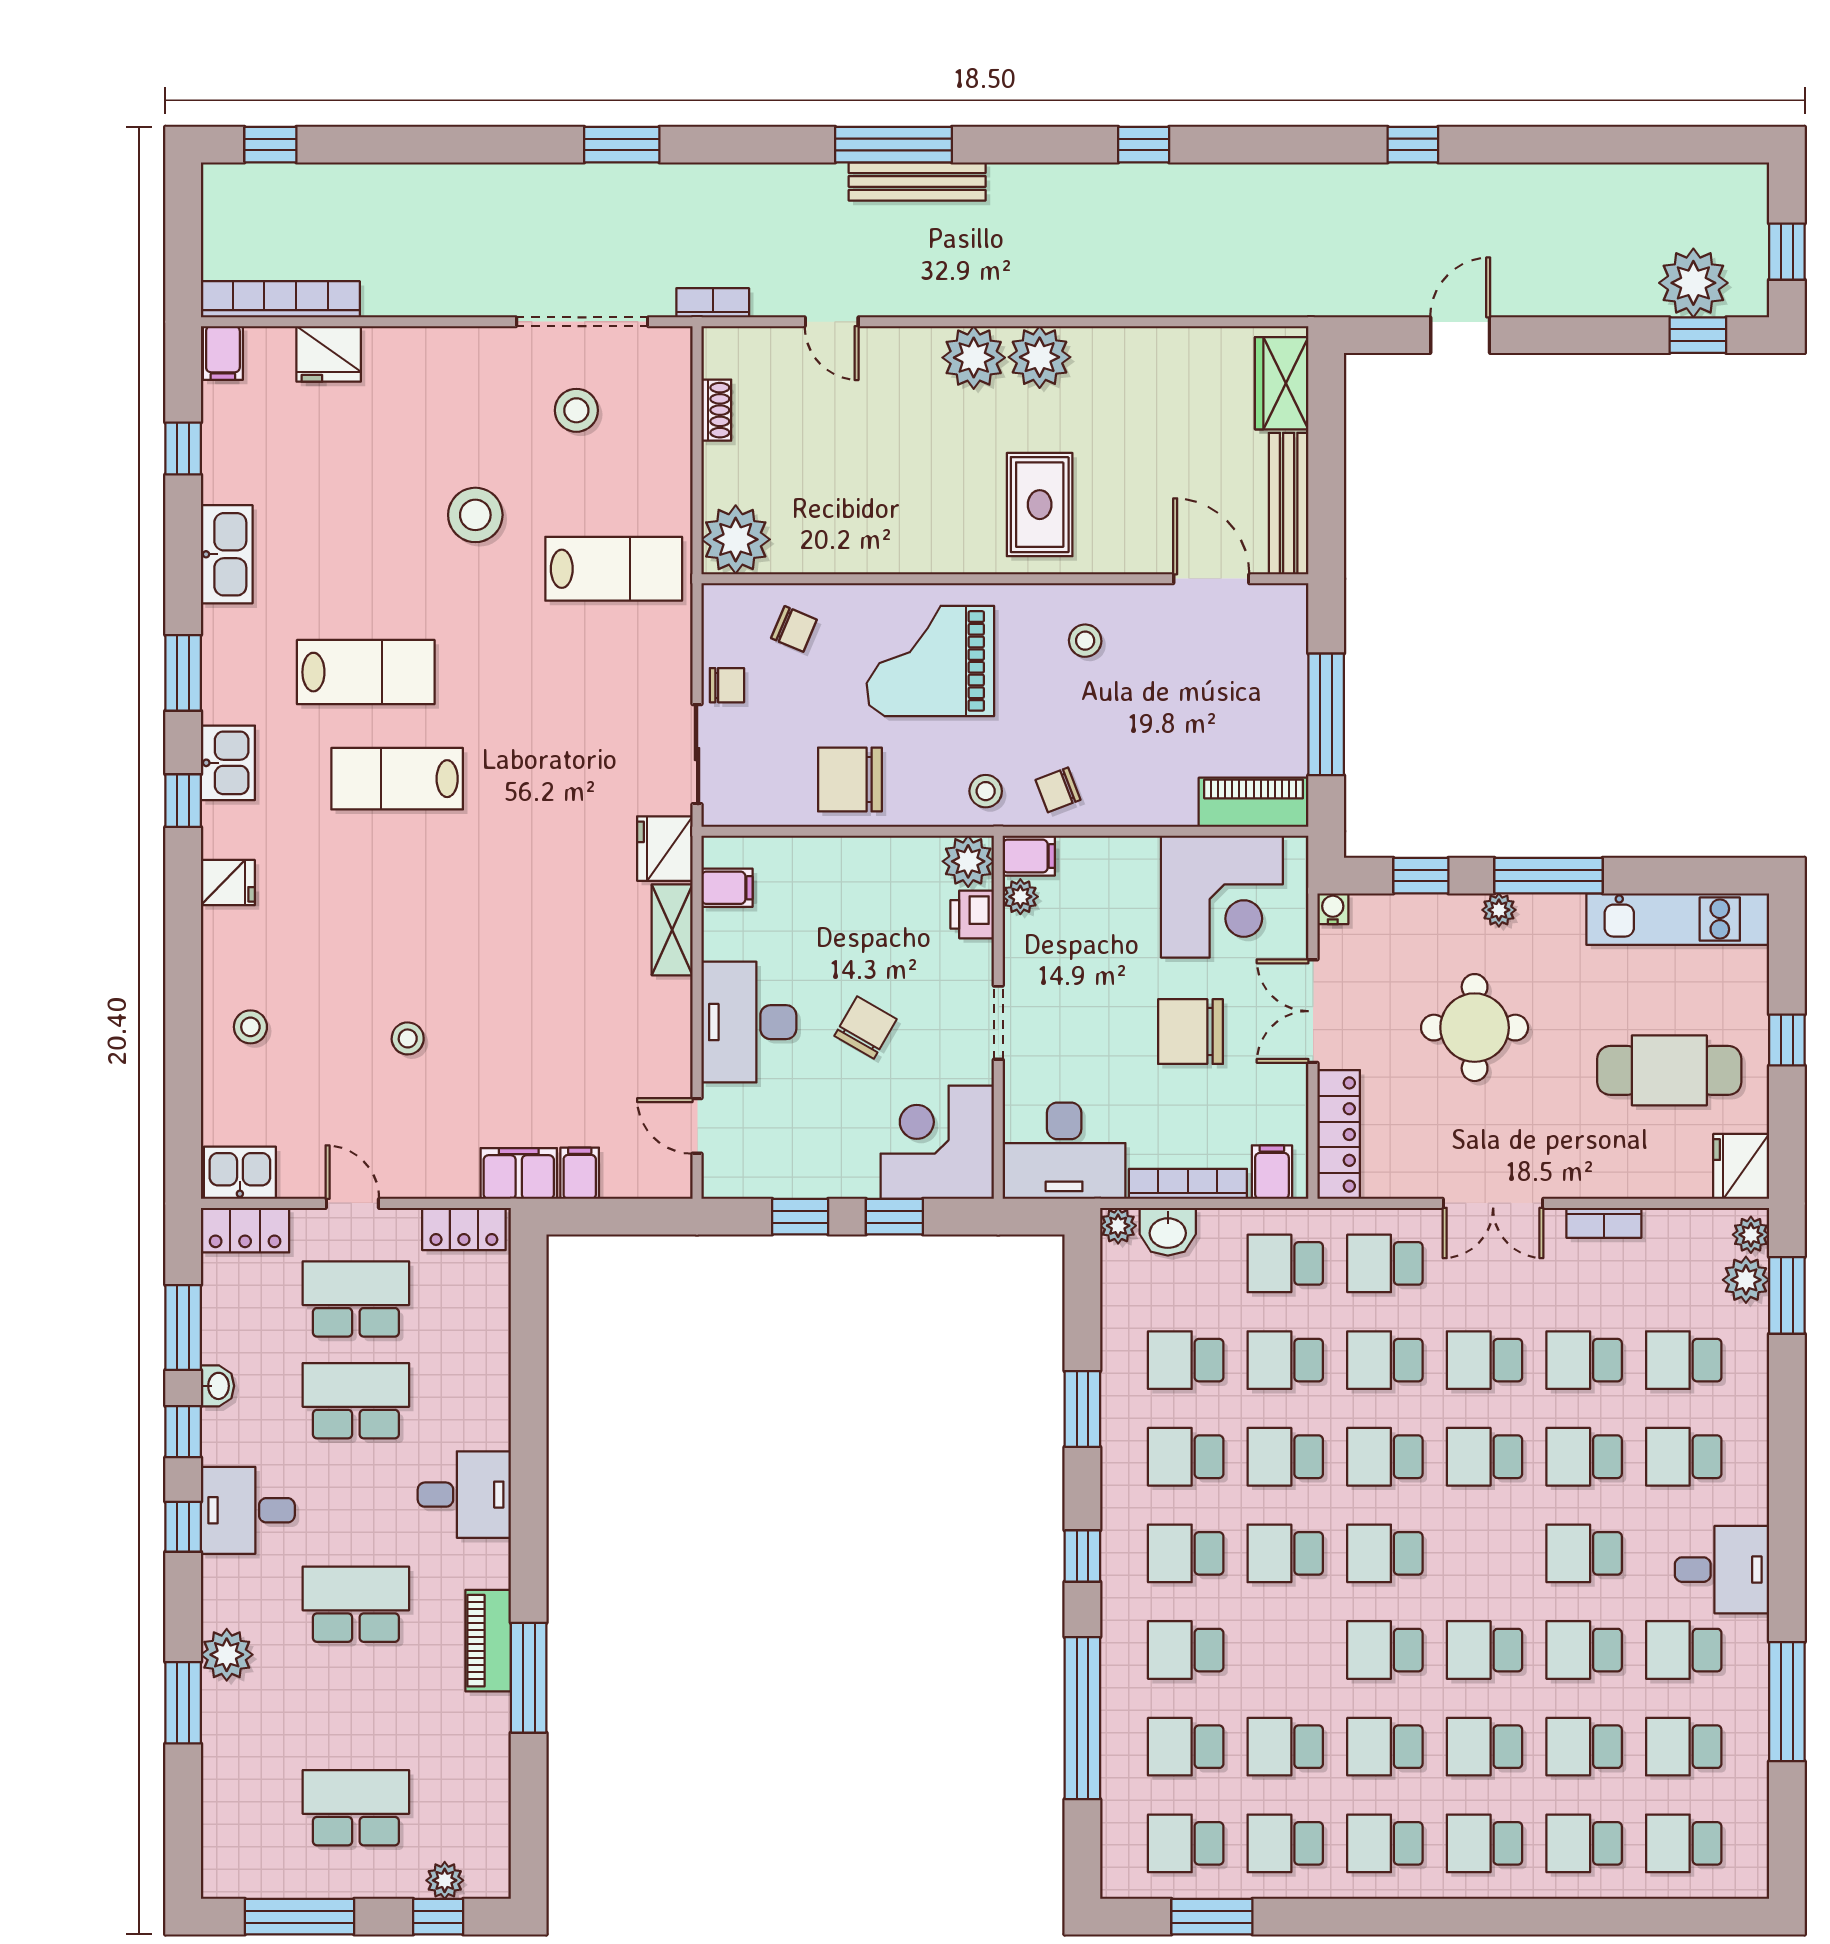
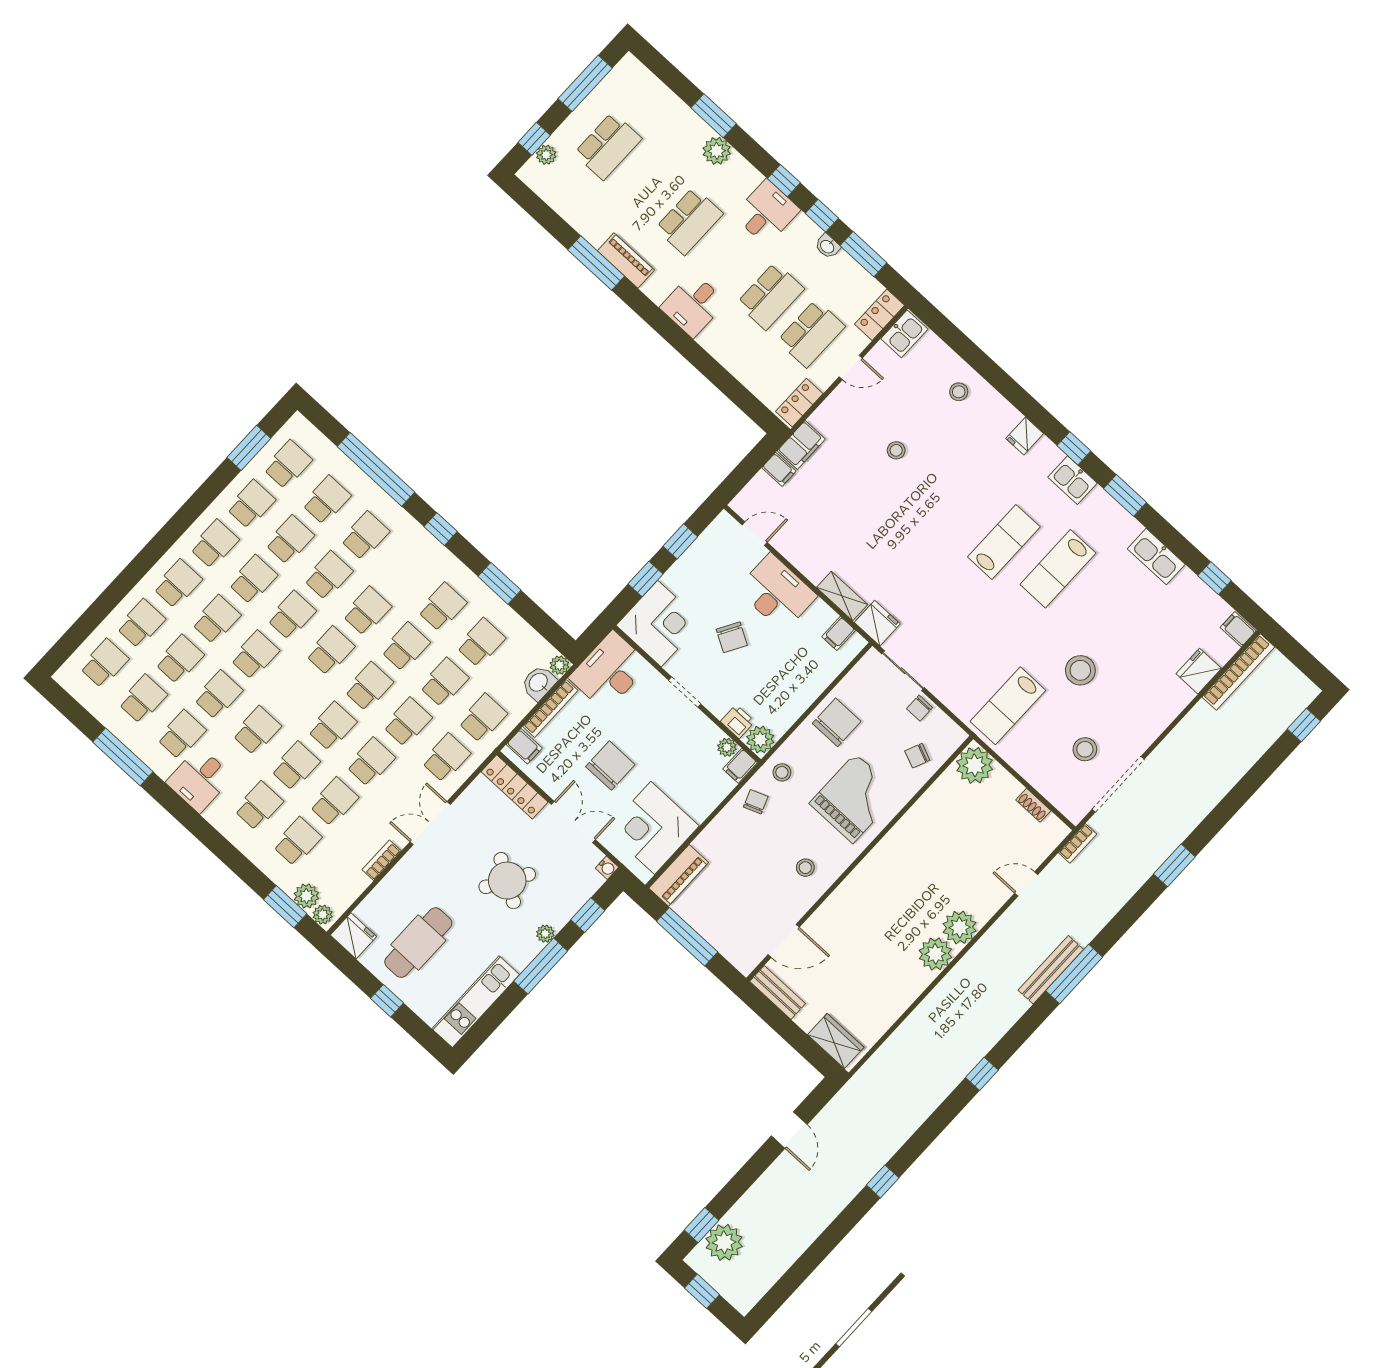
bench: (1289, 504) -> (778, 992), width x0.73
rug: (1040, 505) -> (876, 900), removed
round table: (1475, 1028) -> (507, 881), turned 31
school desk: (1186, 1553) -> (328, 575), moved

